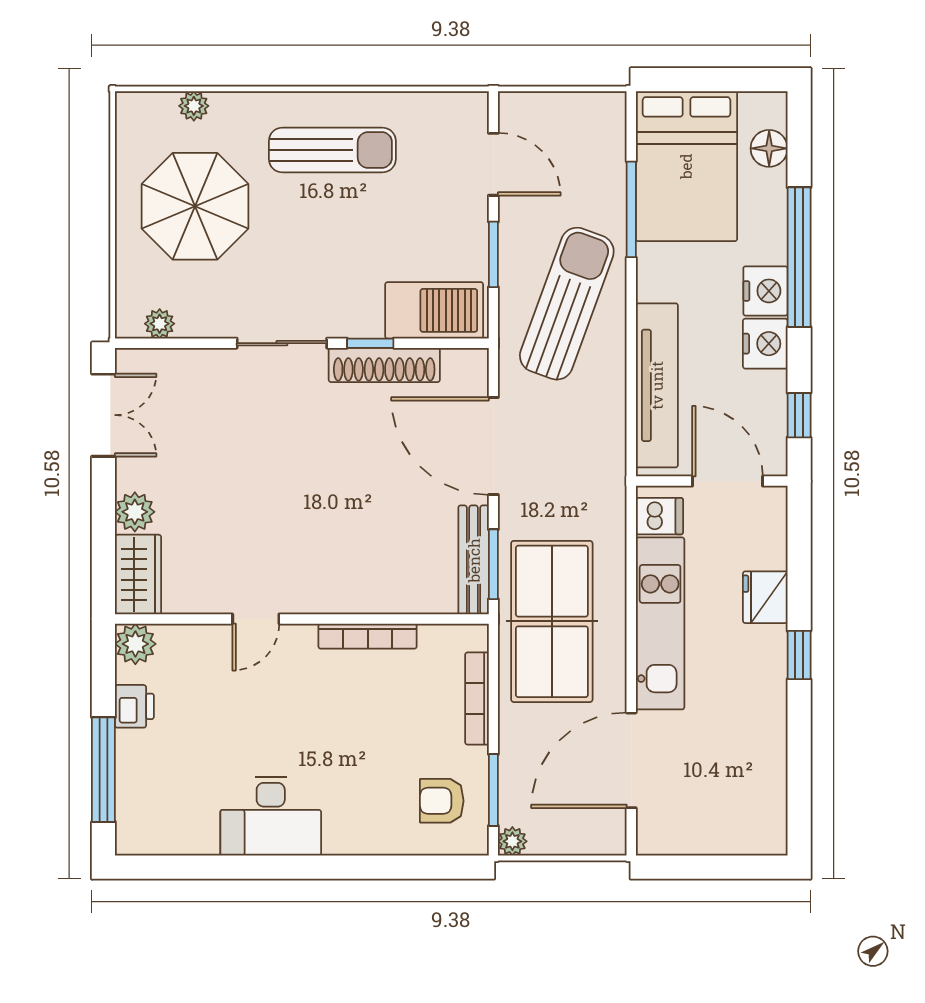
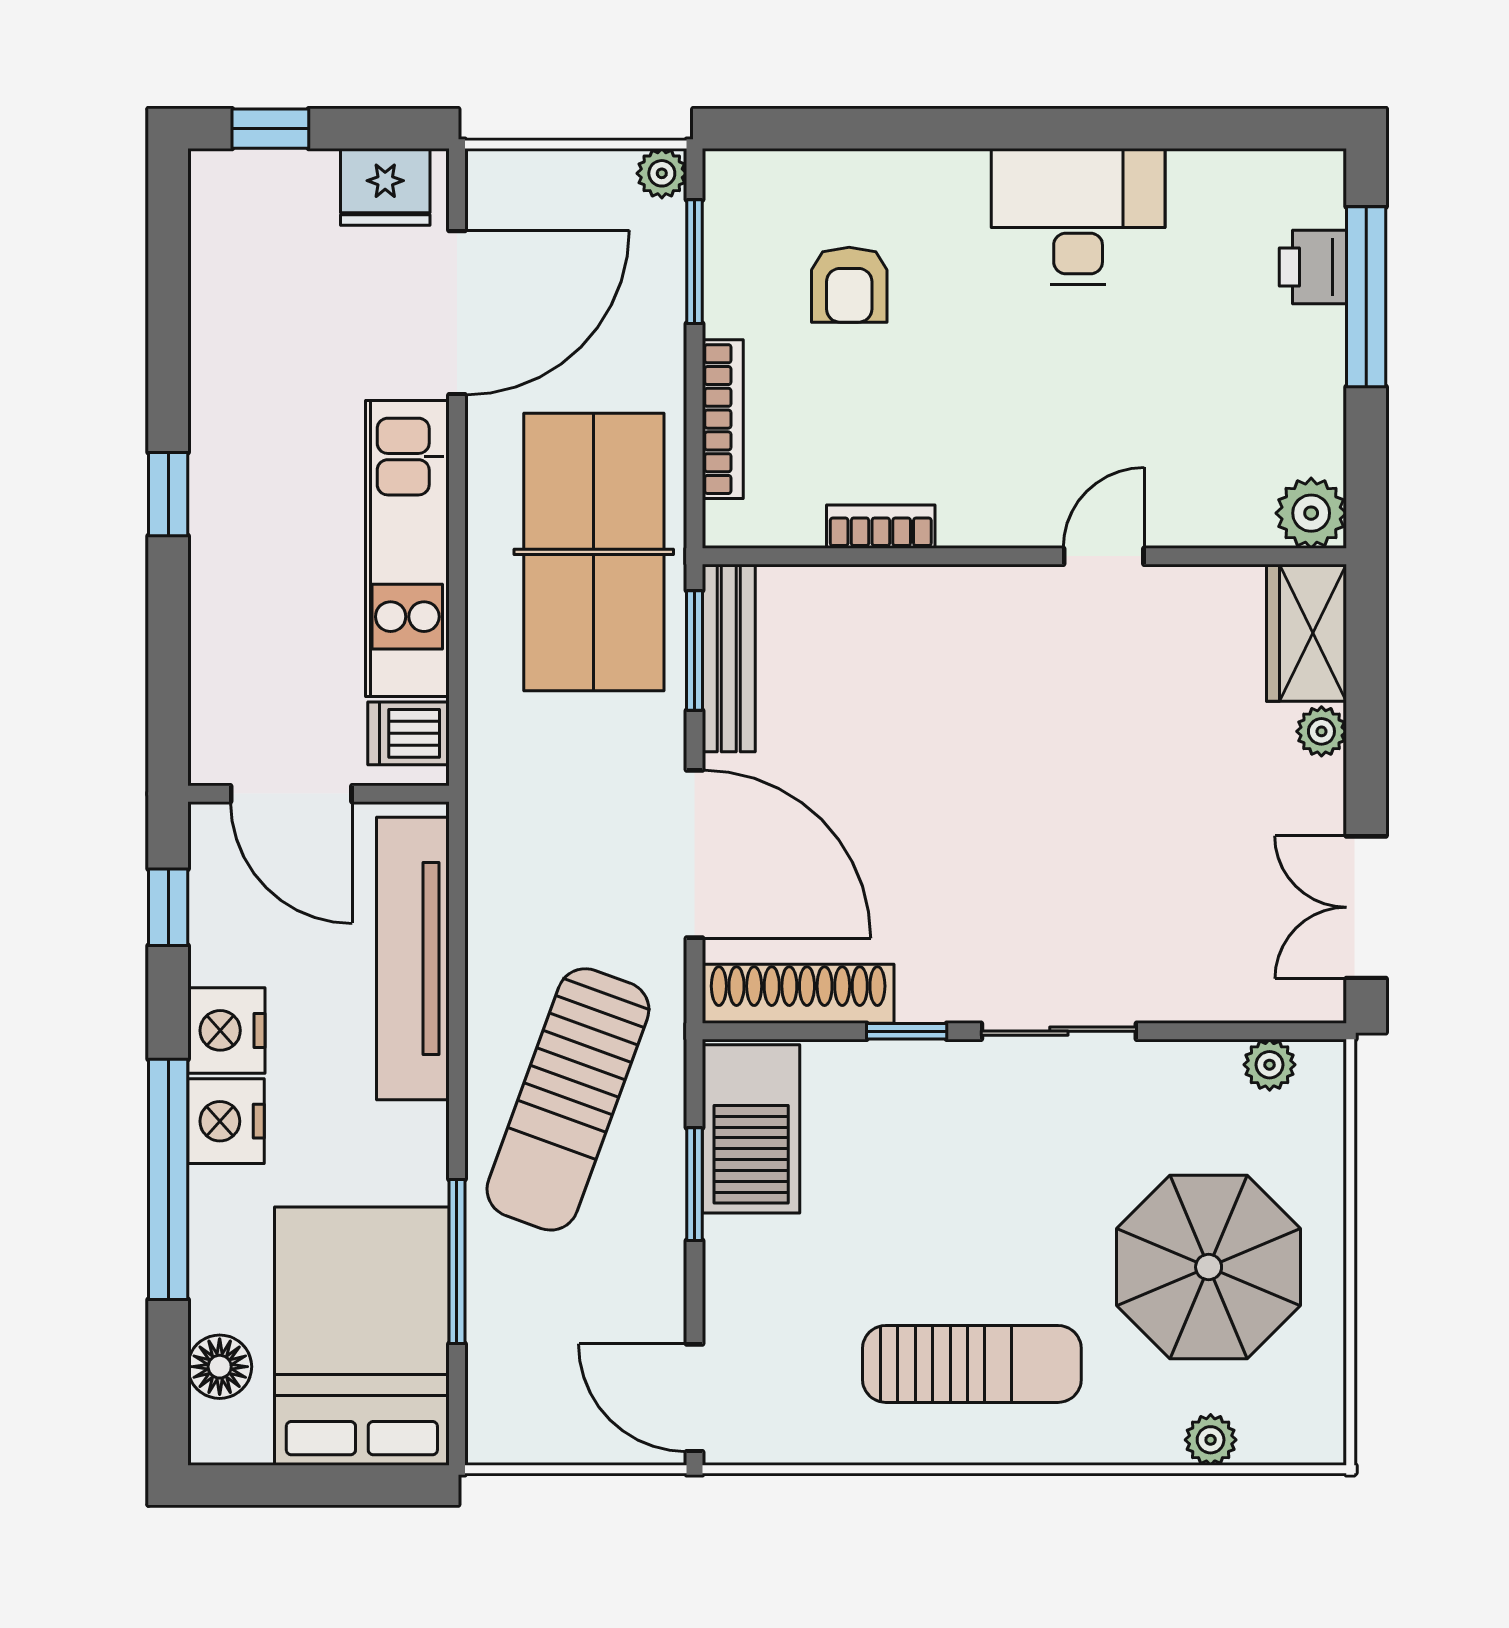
sun lounger: (332, 150) -> (972, 1364), turned 180
door: (493, 164) -> (694, 1398), moved
barbecue: (434, 310) -> (751, 1129), moved, turned -90
shoe rack: (384, 365) -> (798, 994), moved
plant: (135, 512) -> (1321, 731), width x0.73, depth x0.73
fridge: (765, 597) -> (385, 187), moved, turned 90
bookcase: (368, 636) -> (881, 527), width x0.64
printer: (134, 706) -> (1313, 267), moved
armchair: (442, 801) -> (849, 285), moved, turned 90
window: (740, 867) -> (270, 129), added

